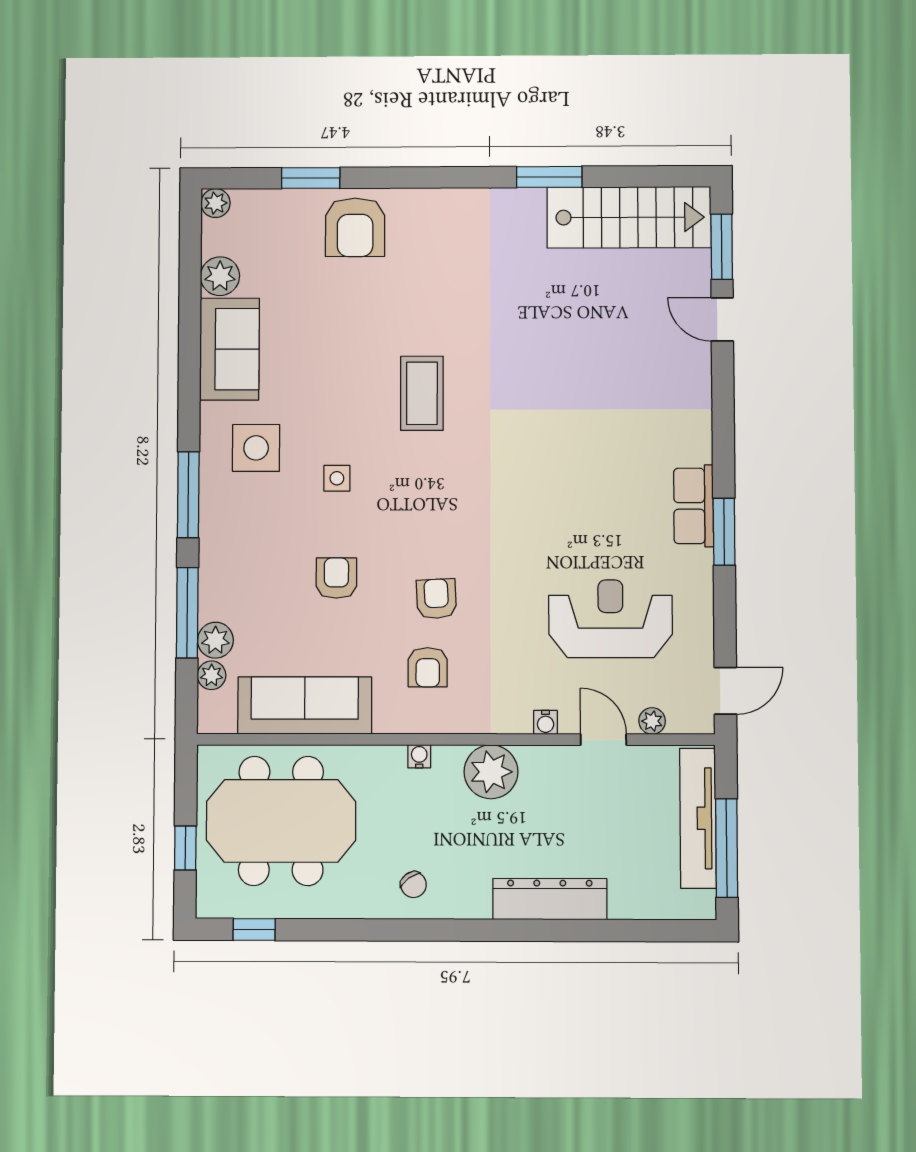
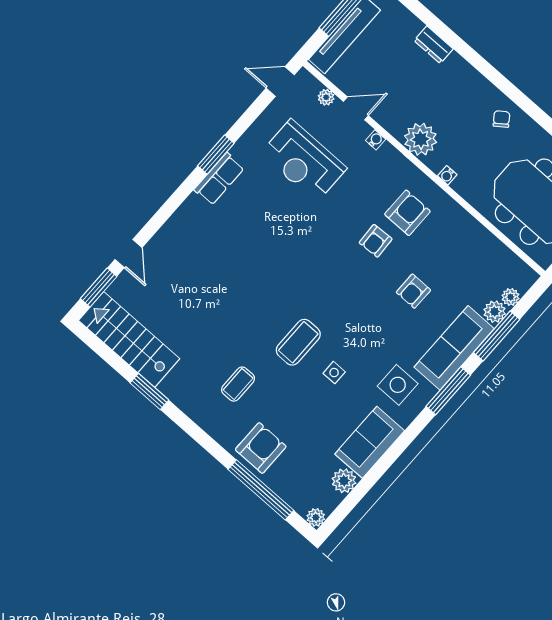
window: (311, 178) -> (261, 490), width x2.11
coffee table: (450, 279) -> (238, 384), added
side table: (337, 478) -> (334, 373), moved
armchair: (428, 667) -> (407, 213), width x1.38, depth x1.38
sofa: (305, 705) -> (454, 348), moved, turned 90
door: (603, 740) -> (356, 108), swing flipped
dresser: (550, 899) -> (434, 45), width x0.51, depth x0.80

